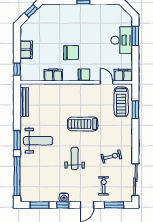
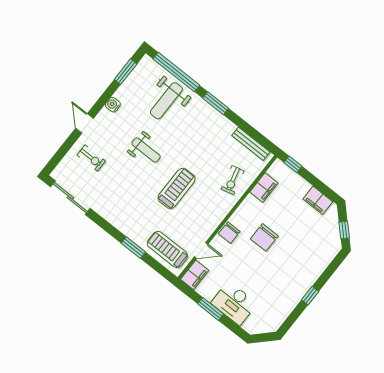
window: (135, 36) -> (211, 309), moved
filing cabinet: (26, 50) -> (318, 200), moved
filing cabinet: (53, 75) -> (264, 187), moved
window: (135, 110) -> (133, 248), moved
weight bench: (38, 141) -> (166, 101), moved
exercise bike: (111, 157) -> (233, 180), moved
window: (63, 205) -> (105, 97), removed
window: (114, 205) -> (61, 153), removed

